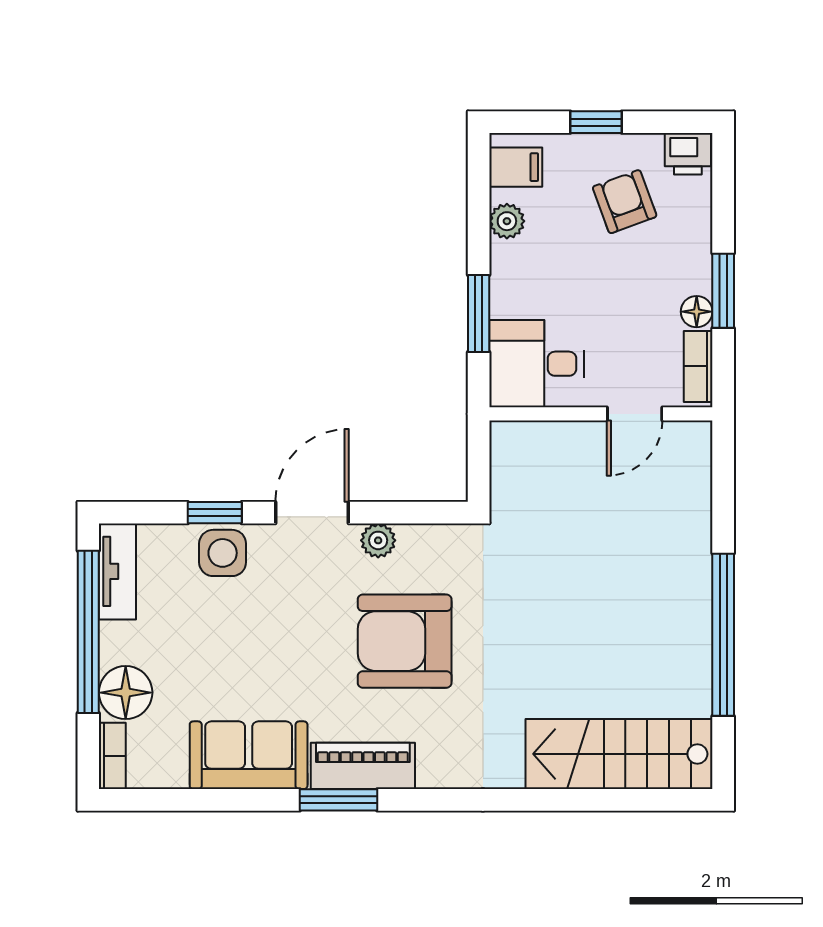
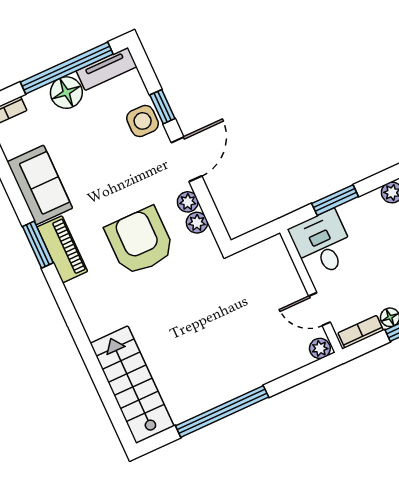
plant: (695, 441) -> (320, 348), added
door: (312, 513) -> (186, 159), hinge flipped
plant: (416, 541) -> (197, 223), added
floor lamp: (126, 693) -> (66, 93), moved

